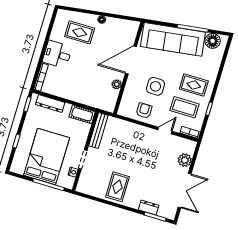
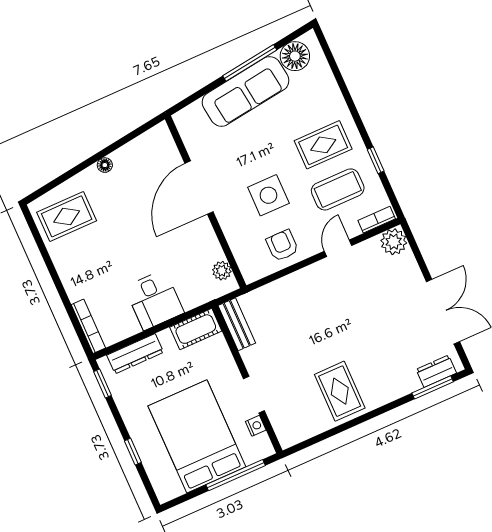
rug: (80, 32) -> (67, 216), moved
sofa: (173, 39) -> (246, 91), width x0.74, depth x0.79
desk: (57, 54) -> (154, 300), moved, turned -90
plant: (117, 84) -> (222, 271), moved
bench: (98, 131) -> (237, 324), width x0.73
plant: (185, 160) -> (394, 242), moved
dresser: (149, 207) -> (436, 371), moved

